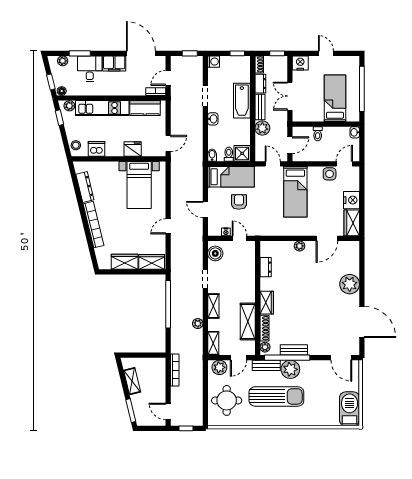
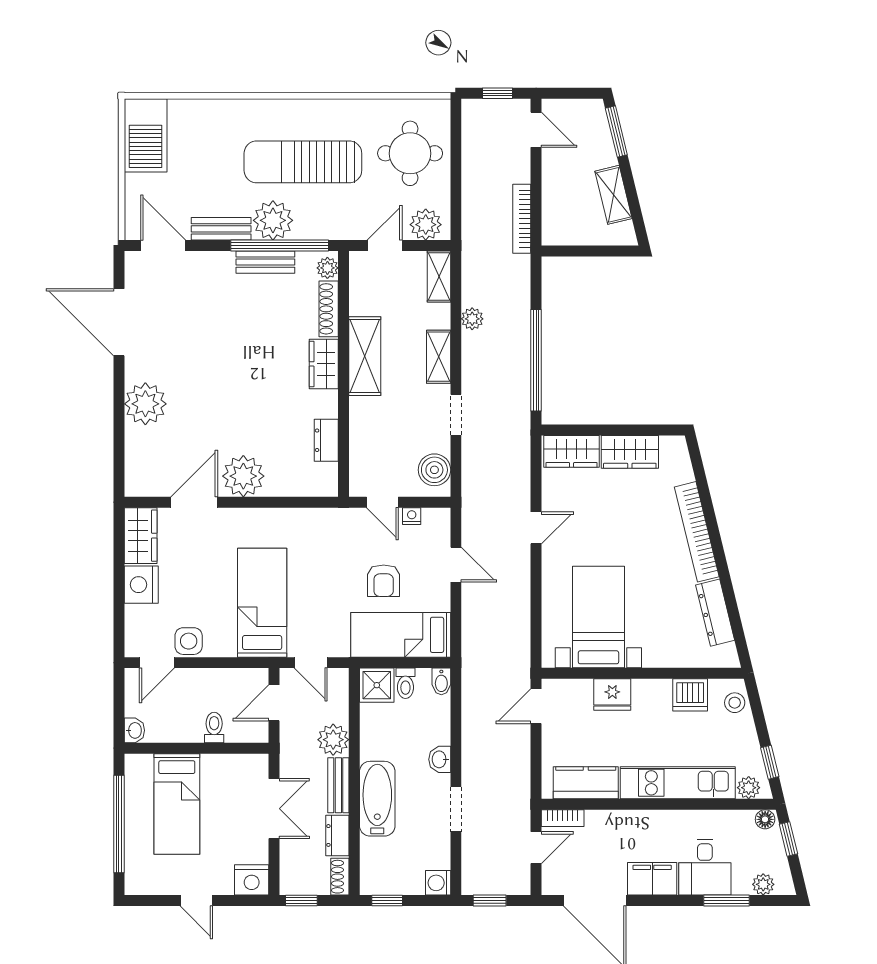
plant: (300, 246) -> (243, 476), width x1.88, depth x1.88
shelving: (248, 321) -> (365, 356), moved
bench: (266, 365) -> (221, 229), moved

